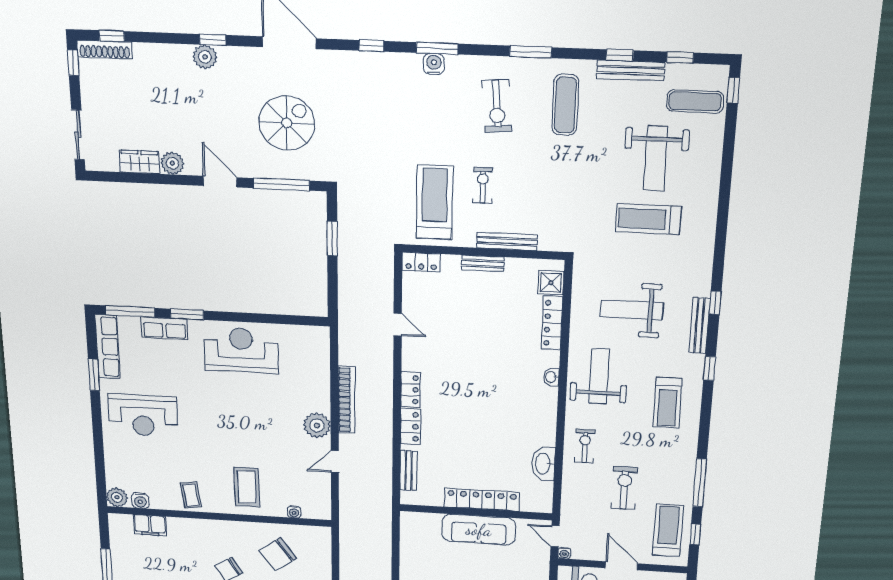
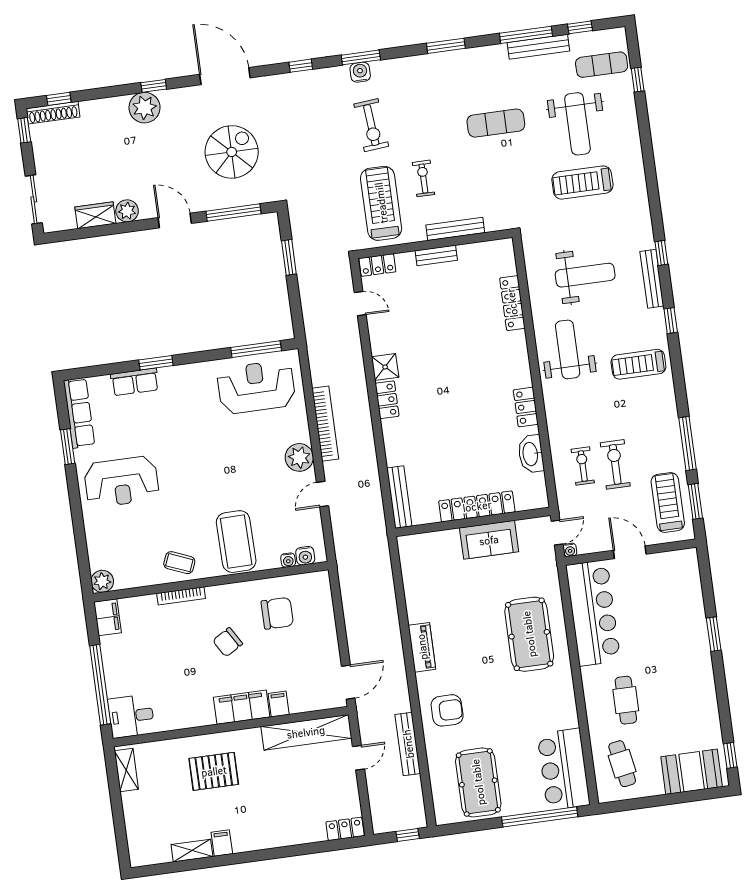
window: (620, 55) -> (526, 35), width x2.17
plant: (205, 57) -> (145, 108), width x1.36, depth x1.36
window: (733, 90) -> (638, 80), moved
exercise mat: (565, 105) -> (496, 123), moved, turned 90
exercise bike: (497, 106) -> (371, 125), moved
shower: (551, 283) -> (385, 367), moved
weight bench: (632, 310) -> (585, 275), turned 180
window: (130, 311) -> (256, 349), moved
door: (398, 325) -> (360, 304), moved
reception desk: (241, 350) -> (256, 387), moved
washbasin: (551, 377) -> (522, 359), removed
treadmill: (667, 403) -> (638, 364), turned 90
locker: (411, 427) -> (526, 407), moved, turned 180
exercise bike: (585, 446) -> (583, 466), moved
bench: (409, 471) -> (399, 497), width x1.36
coffee table: (247, 487) -> (236, 542), width x1.36, depth x1.32
coffee table: (191, 495) -> (179, 563), turned -60
water cooler: (140, 501) -> (305, 556), moved
bookcase: (190, 523) -> (181, 596), added
filing cabinet: (150, 525) -> (108, 617), moved, turned -90
sofa: (479, 530) -> (489, 540), width x0.73
window: (695, 534) -> (695, 501), width x1.50
door: (555, 536) -> (557, 533), swing flipped
chair: (278, 554) -> (277, 613), turned -144

